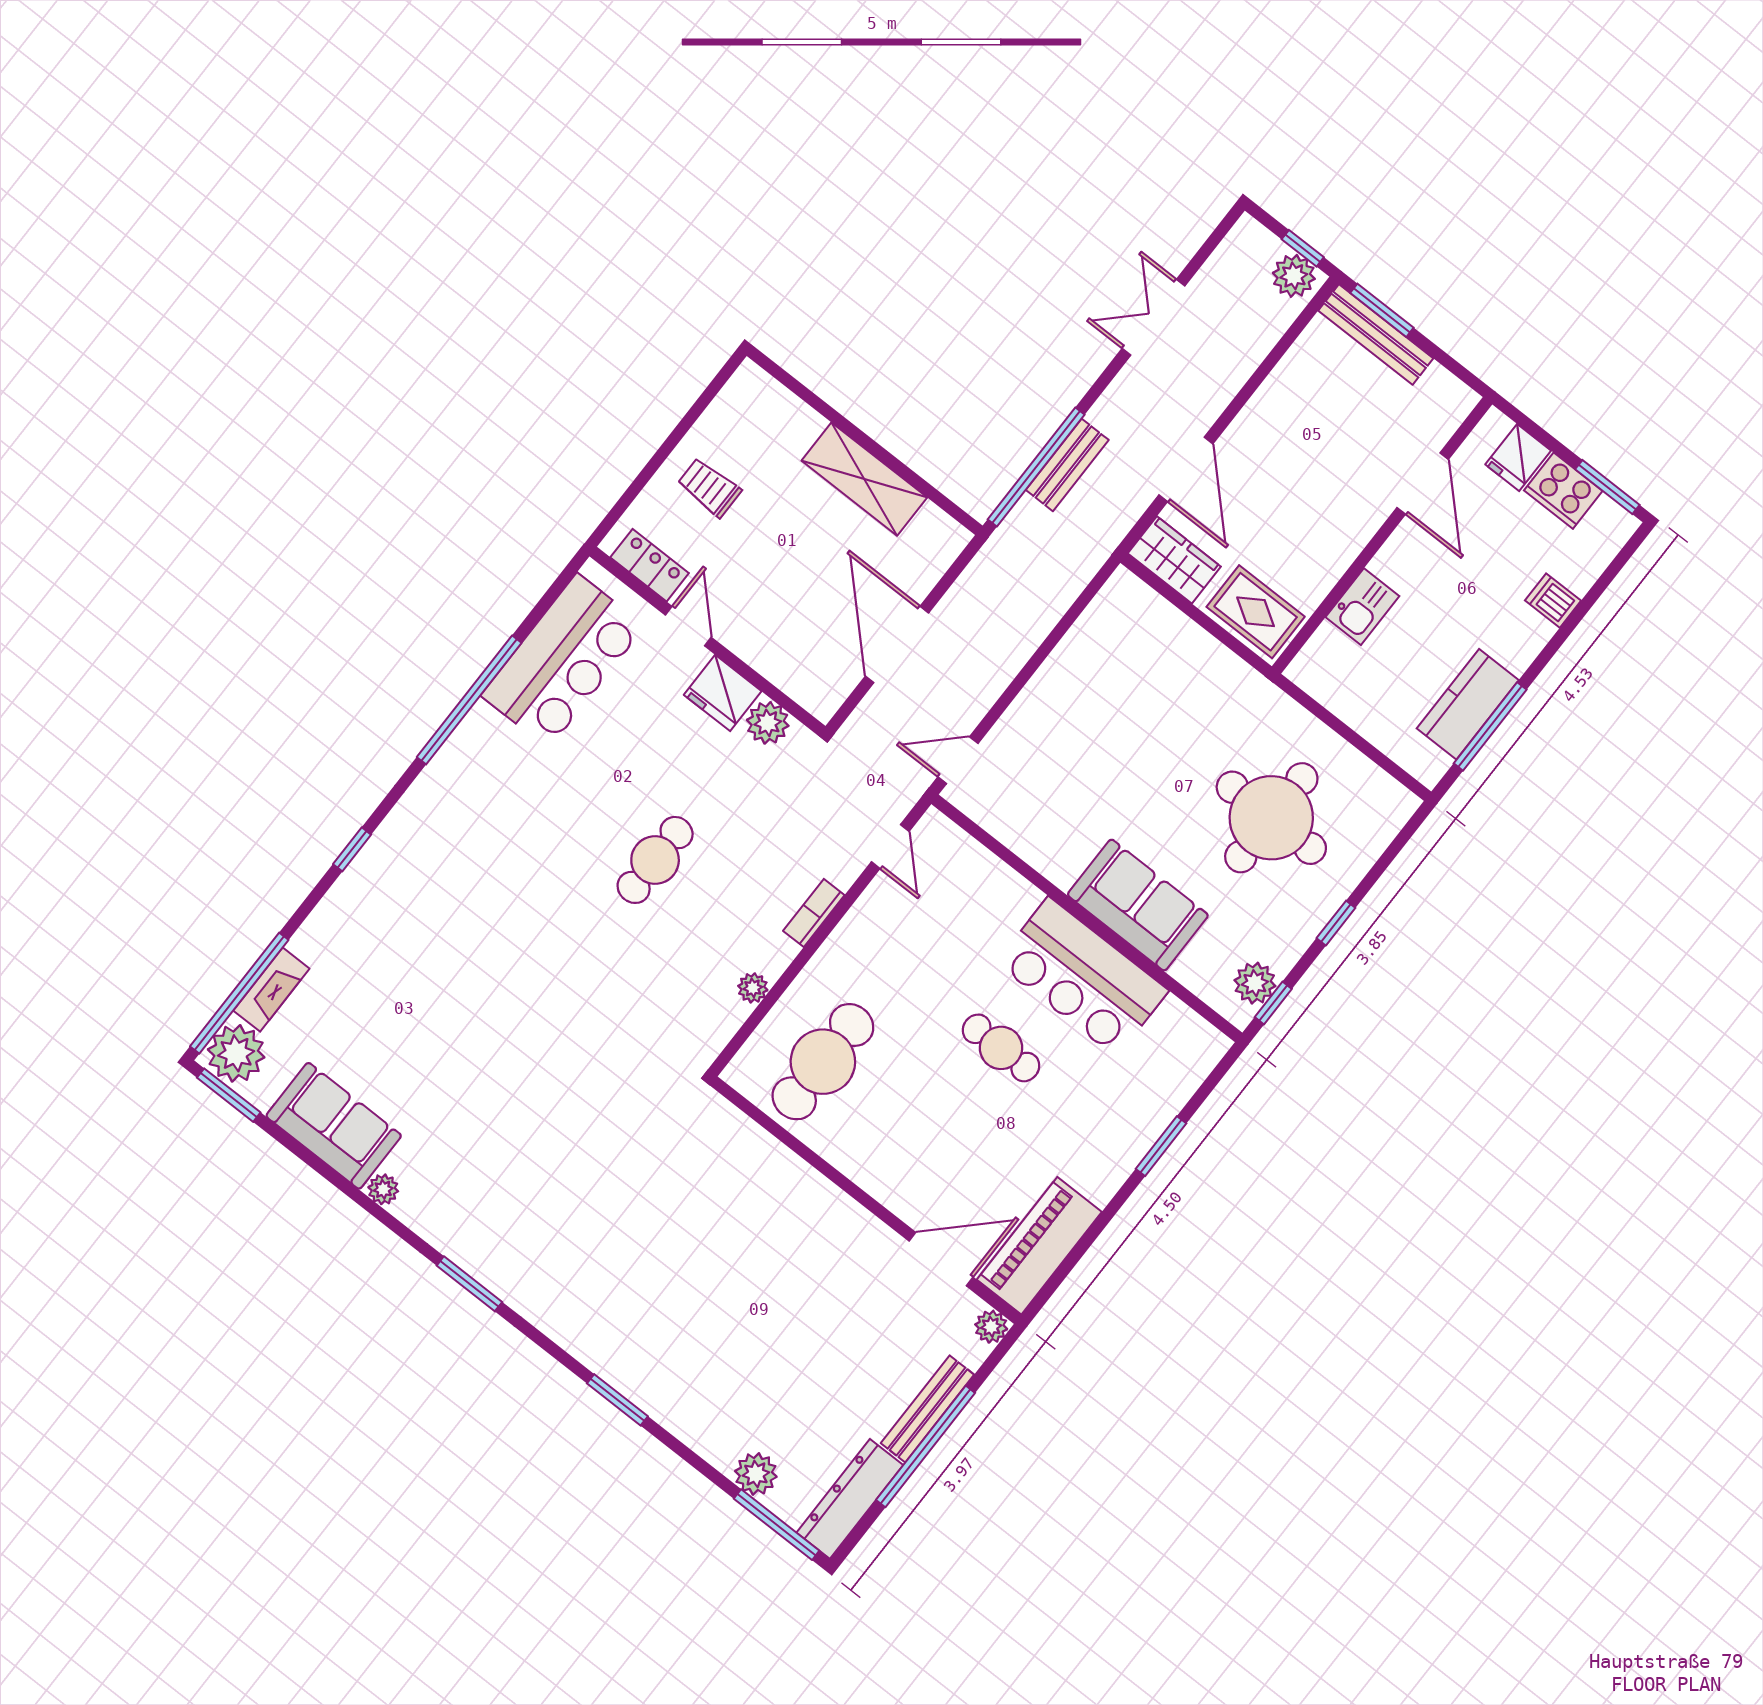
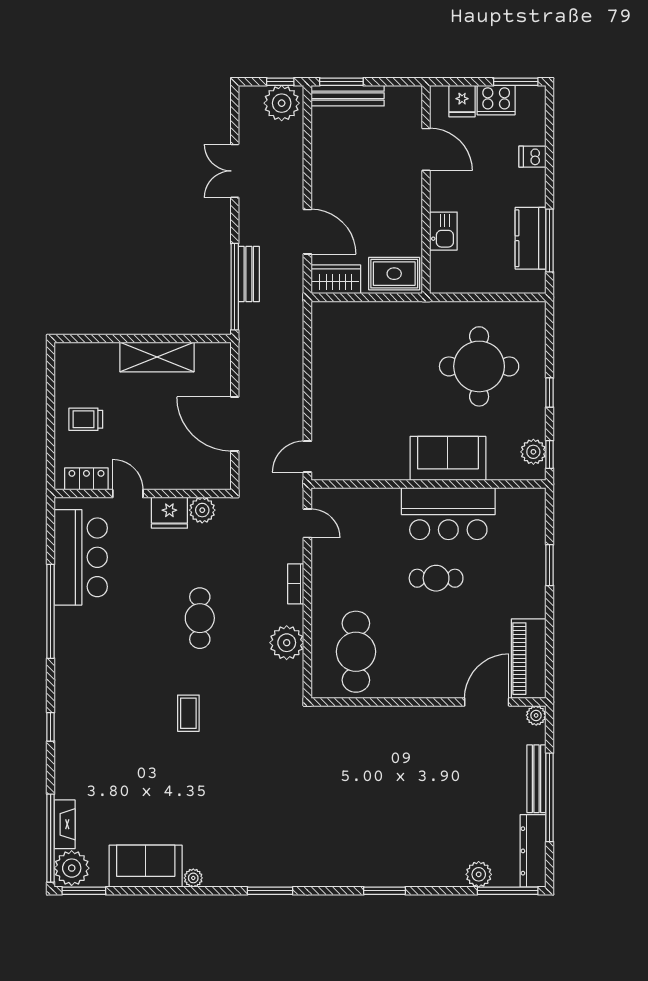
plant: (1294, 276) -> (282, 103), width x1.36, depth x1.36
coffee table: (544, 971) -> (188, 713), added
plant: (753, 988) -> (287, 643), width x1.88, depth x1.88

